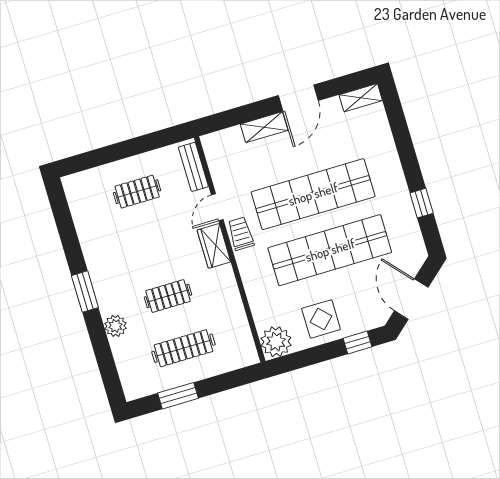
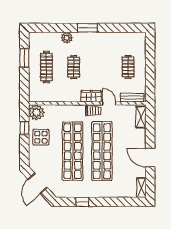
shelving: (264, 127) -> (141, 117), moved
door: (411, 299) -> (38, 183), swing flipped
window: (358, 343) -> (24, 128), moved

